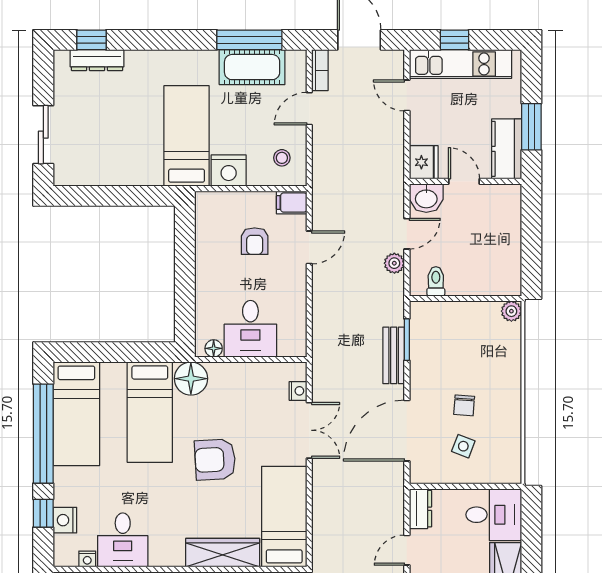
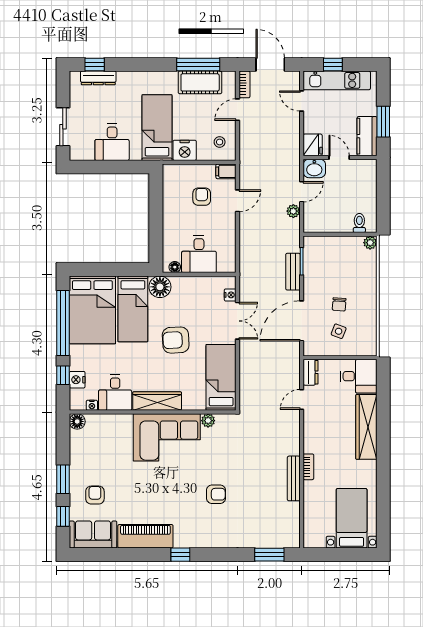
desk: (118, 158) -> (112, 142), added
armchair: (255, 241) -> (202, 197), turned 180
toilet: (436, 281) -> (359, 223), moved
bed: (76, 414) -> (92, 310), width x1.50
wardrobe: (223, 553) -> (157, 401), moved

